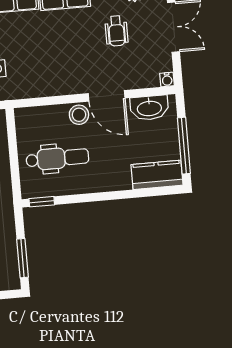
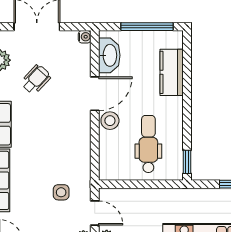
wheelchair: (116, 31) -> (36, 79), turned -47
kitchen counter: (157, 175) -> (172, 72), moved

